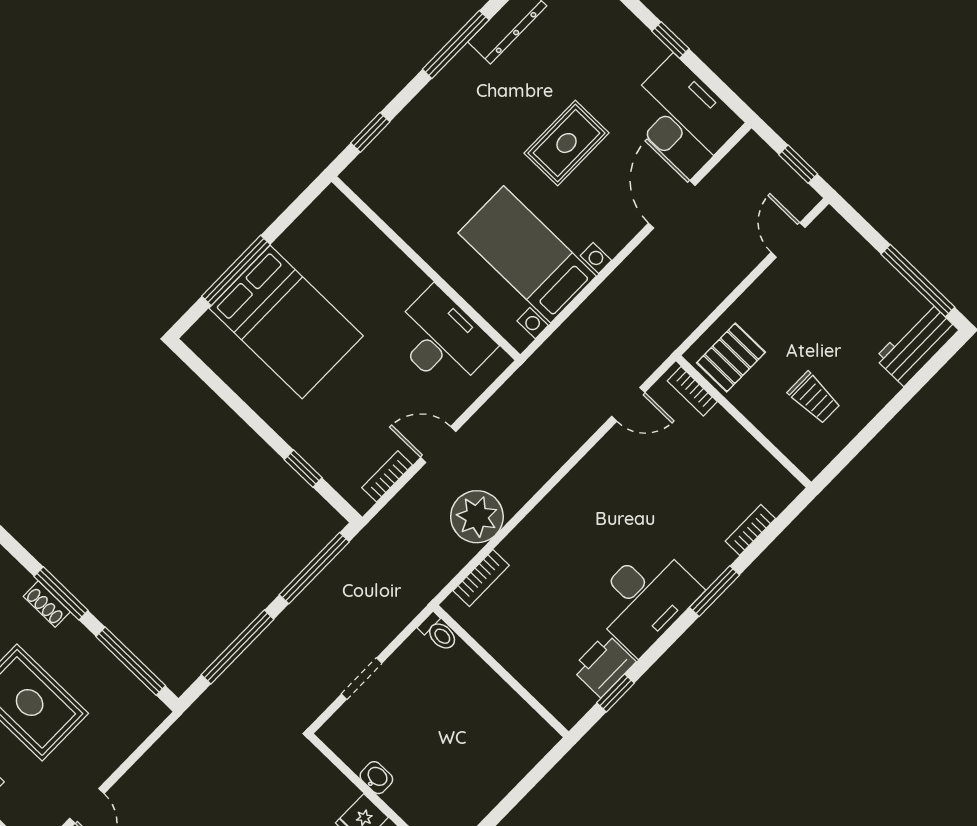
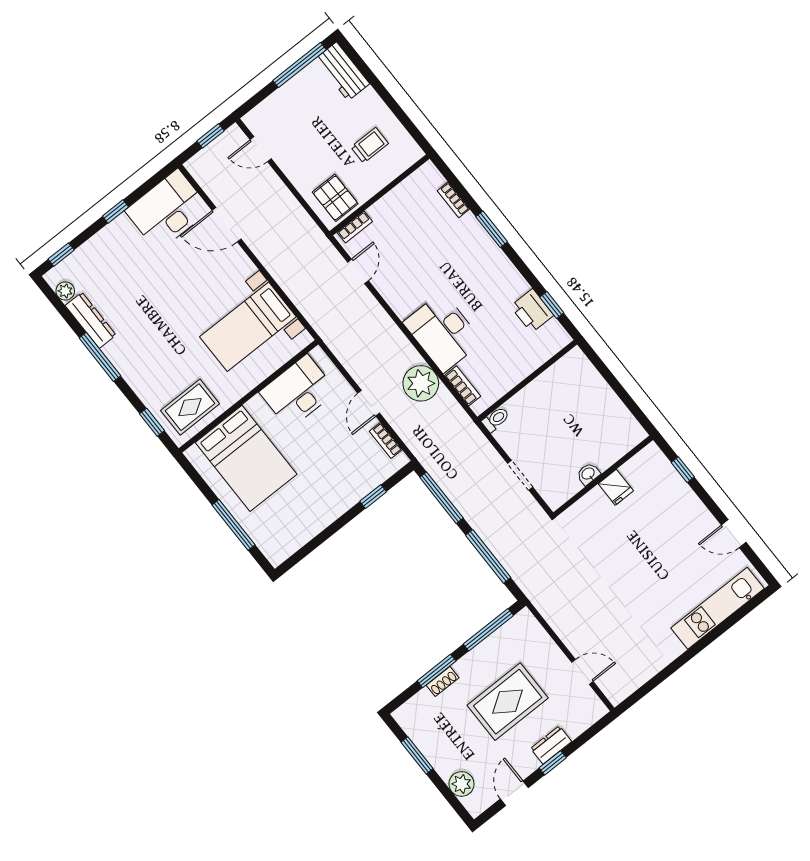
rug: (567, 143) -> (190, 407), moved, turned 90
bed: (286, 322) -> (246, 458), moved, turned 90
desk: (645, 598) -> (443, 332), moved, turned 180

